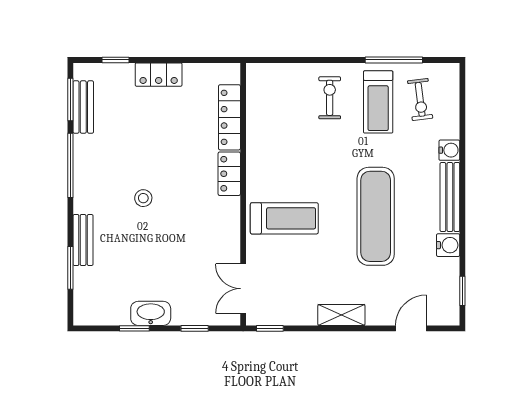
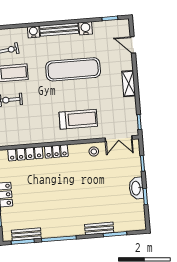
stool: (143, 198) -> (94, 151), moved
treadmill: (284, 218) -> (78, 119), turned 90

